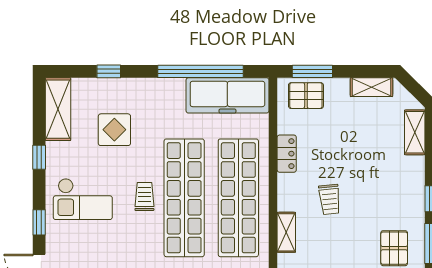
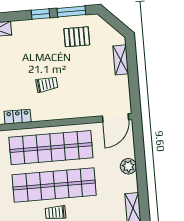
shelving: (286, 232) -> (72, 112), removed

